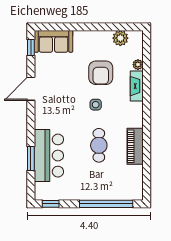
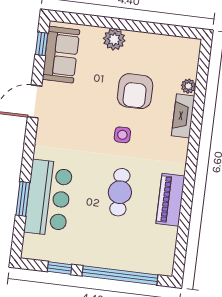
plant: (120, 38) -> (114, 39), moved
sofa: (54, 41) -> (61, 55), moved, turned -90
window: (51, 204) -> (60, 268), moved

